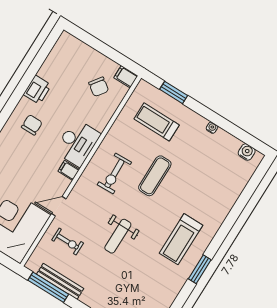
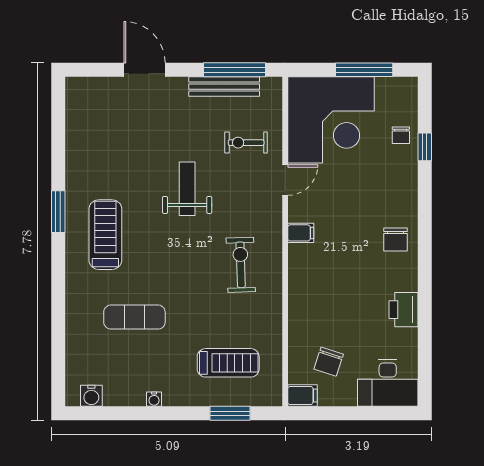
chair: (99, 87) -> (329, 362), turned -108
chair: (32, 125) -> (396, 239), moved
desk: (77, 143) -> (388, 383), moved, turned -90
exercise mat: (155, 176) -> (134, 317), moved, turned 90

